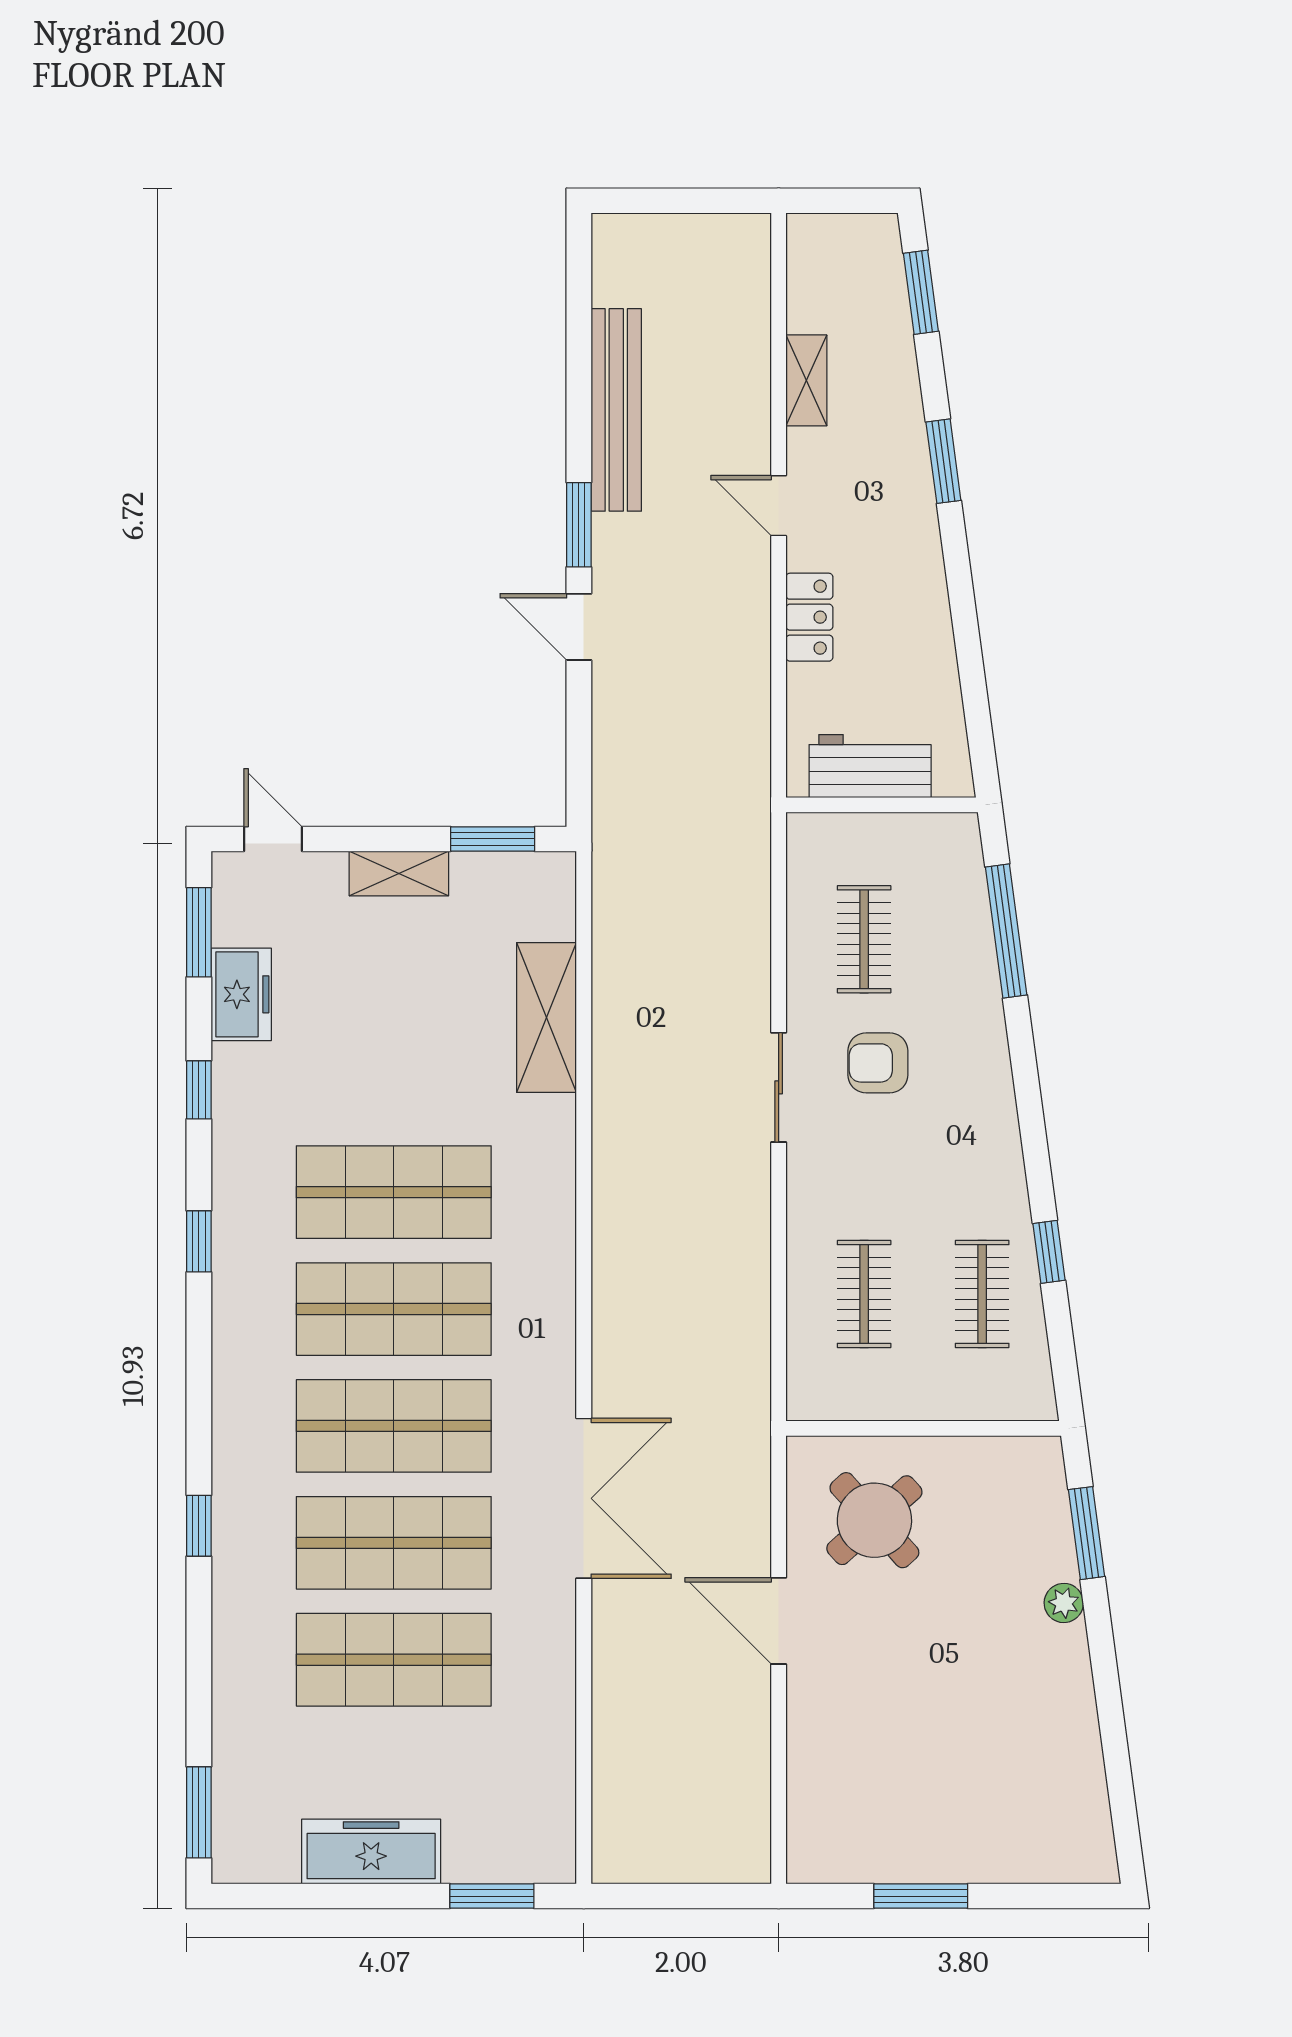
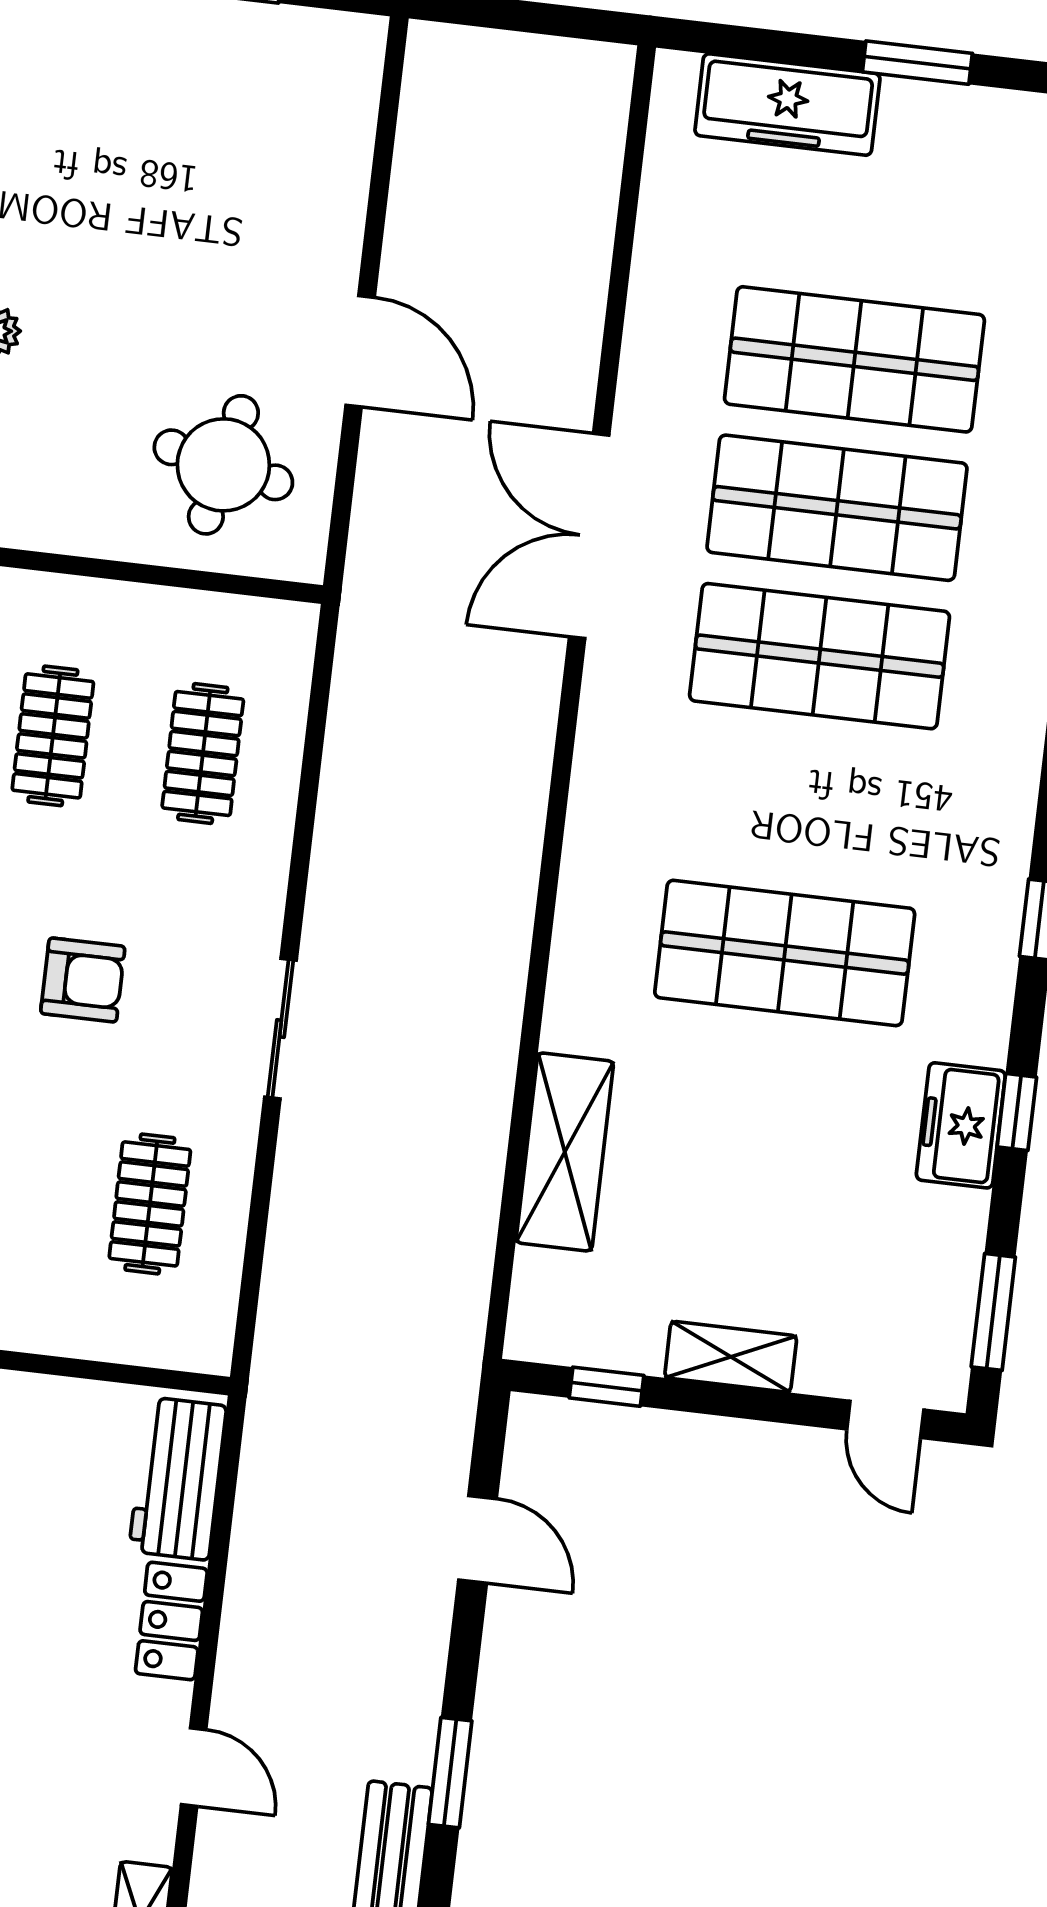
door: (579, 627) -> (478, 1539), moved
workbench: (870, 766) -> (178, 1479), moved, turned 90
window: (493, 839) -> (607, 1387), width x0.67
freezer: (241, 994) -> (961, 1125), moved
armchair: (878, 1063) -> (83, 980), moved
shop shelf: (394, 1309) -> (802, 805), removed
round table: (874, 1520) -> (223, 465), turned -36
freezer: (371, 1852) -> (787, 105), moved
window: (492, 1896) -> (917, 63), moved

